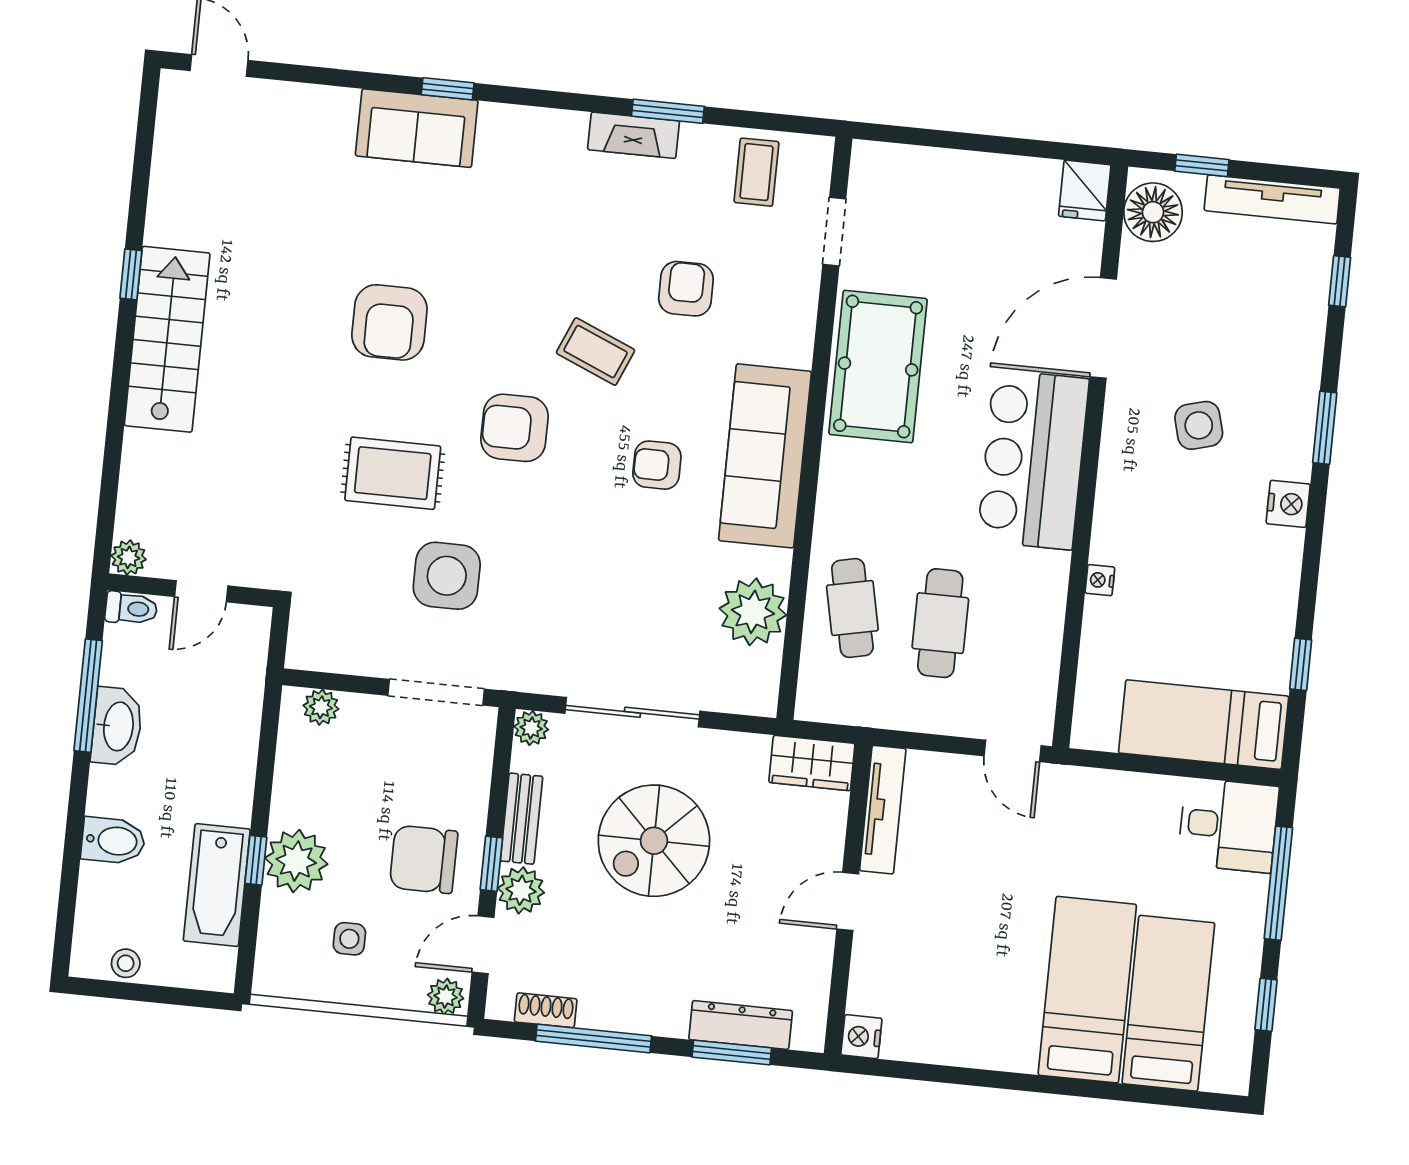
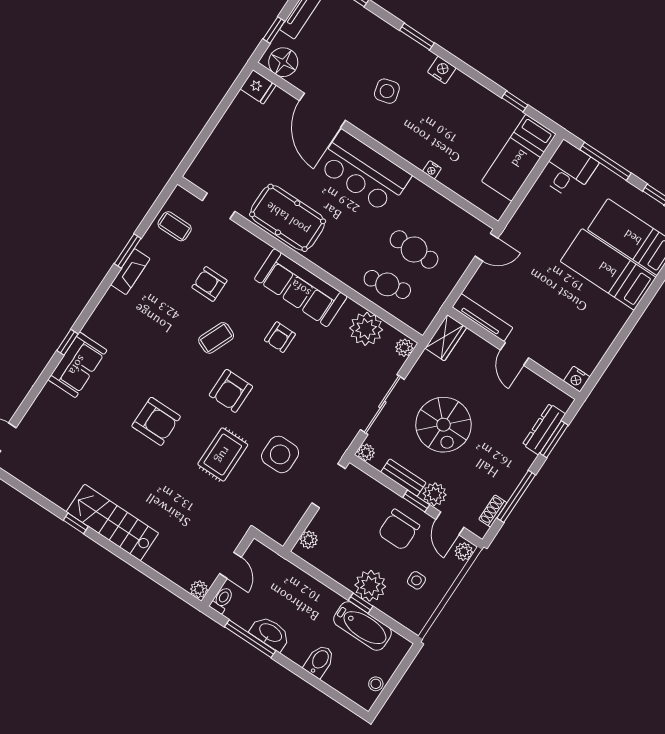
plant: (755, 698) -> (404, 348), added

